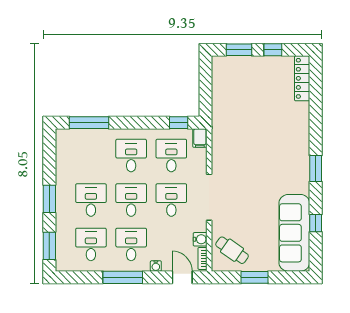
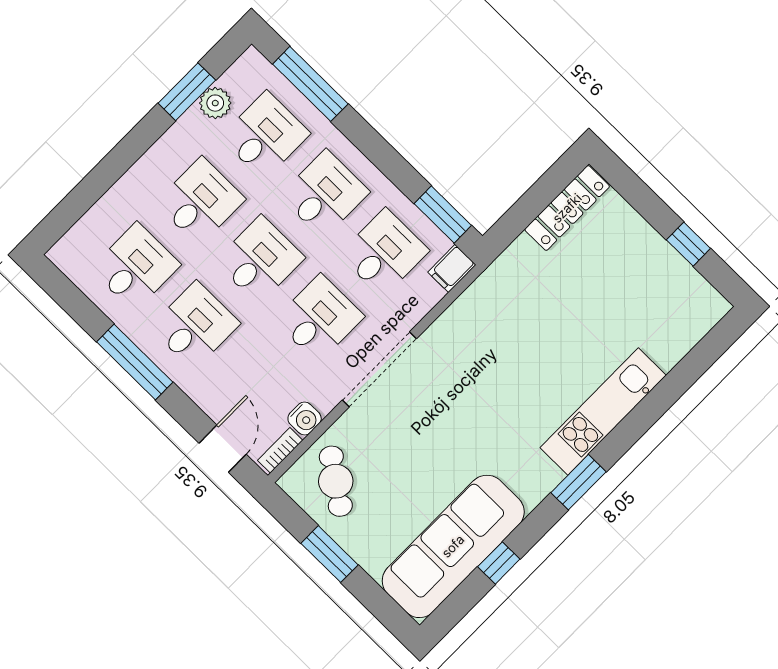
window: (239, 50) -> (638, 195), removed
locker: (302, 78) -> (567, 208), moved, turned 180
window: (179, 123) -> (443, 214), width x1.50
kitchen unit: (300, 136) -> (603, 411), added
desk: (91, 156) -> (265, 135), added
plant: (63, 161) -> (215, 103), added
window: (49, 199) -> (187, 92), moved
window: (49, 246) -> (72, 208), removed
water cooler: (156, 266) -> (200, 393), removed

